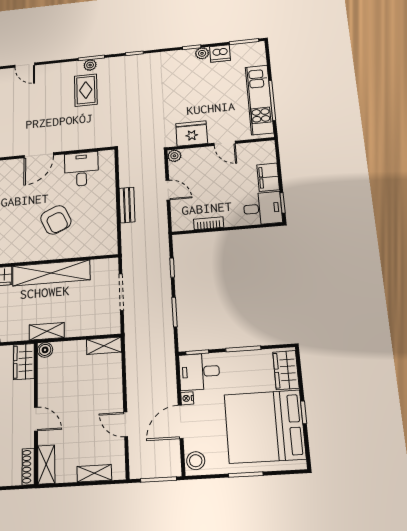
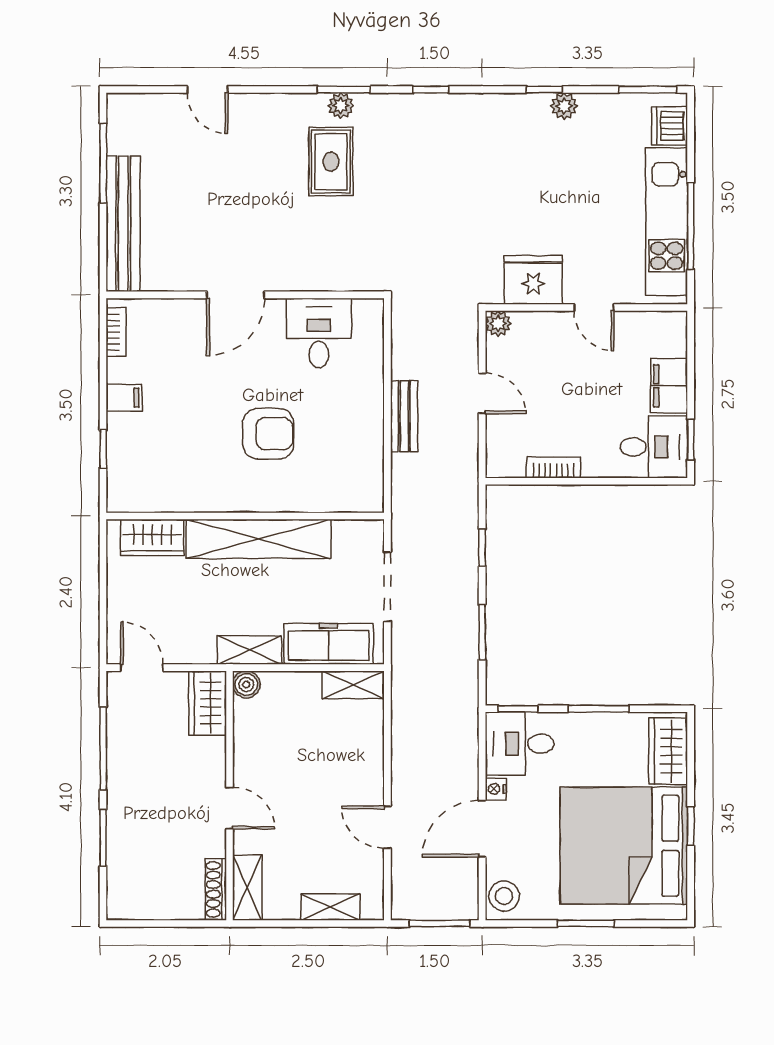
dishwasher: (220, 53) -> (670, 126), moved, turned 90
armchair: (56, 220) -> (268, 434), turned -66
freezer: (90, 325) -> (328, 644), added

